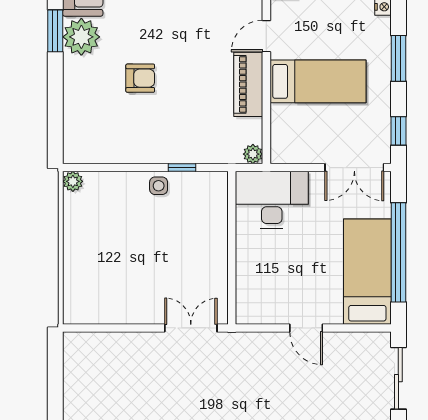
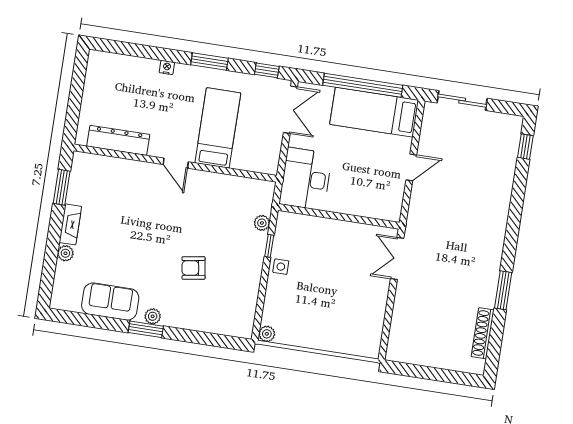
plant: (81, 37) -> (153, 316), width x0.53, depth x0.53
armchair: (140, 78) -> (194, 268), turned -99
piano: (248, 84) -> (212, 183), removed
plant: (253, 154) -> (262, 223), moved

